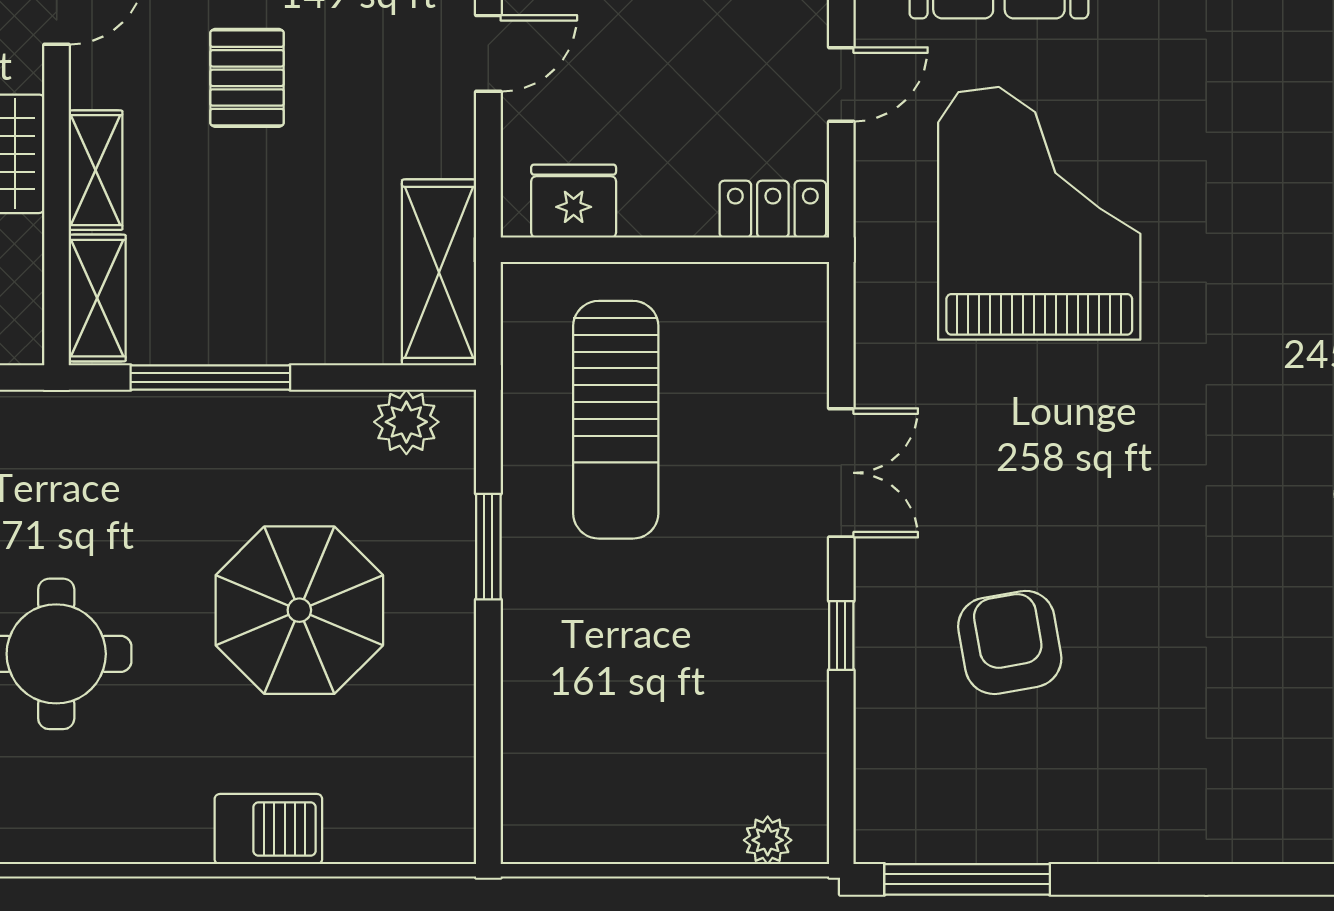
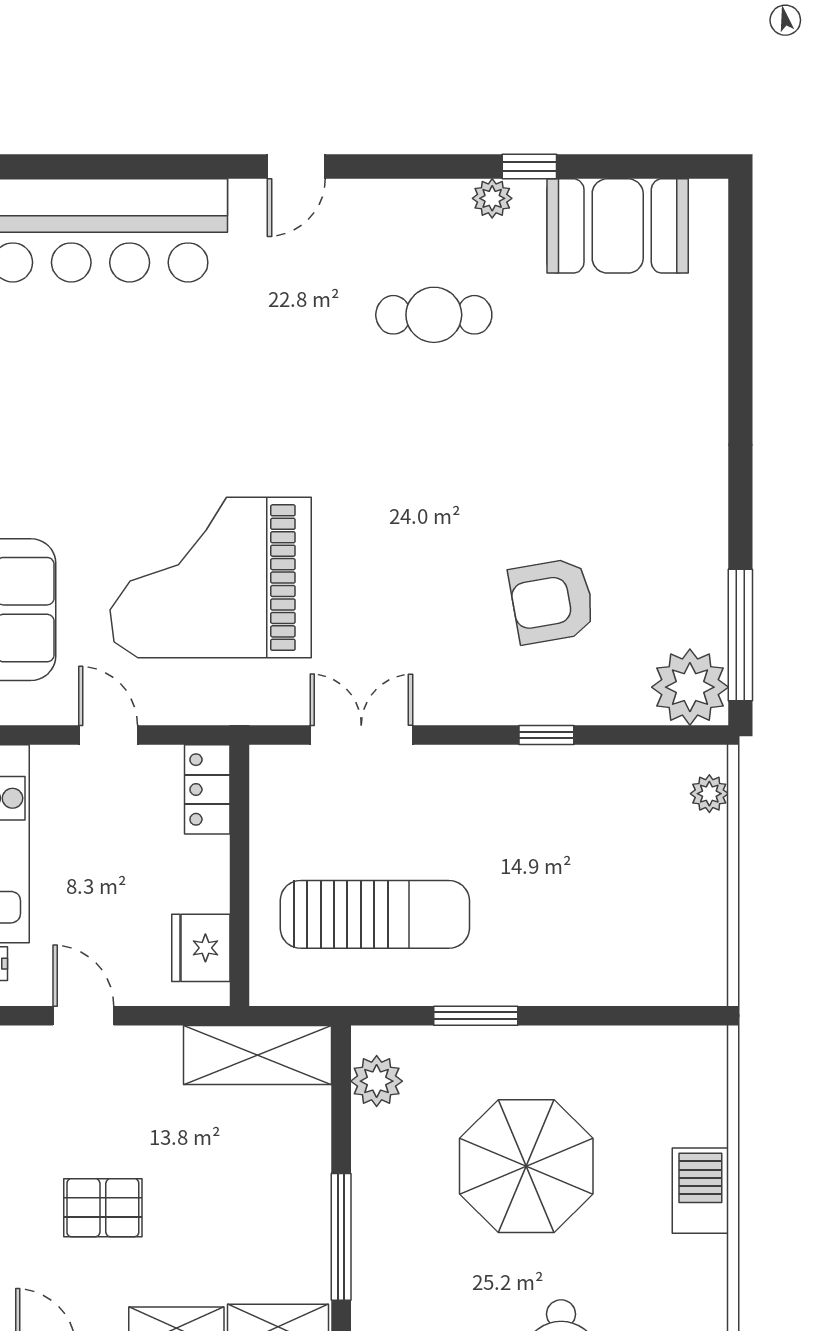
double door: (841, 473) -> (361, 735), moved
plant: (902, 816) -> (690, 687), added

